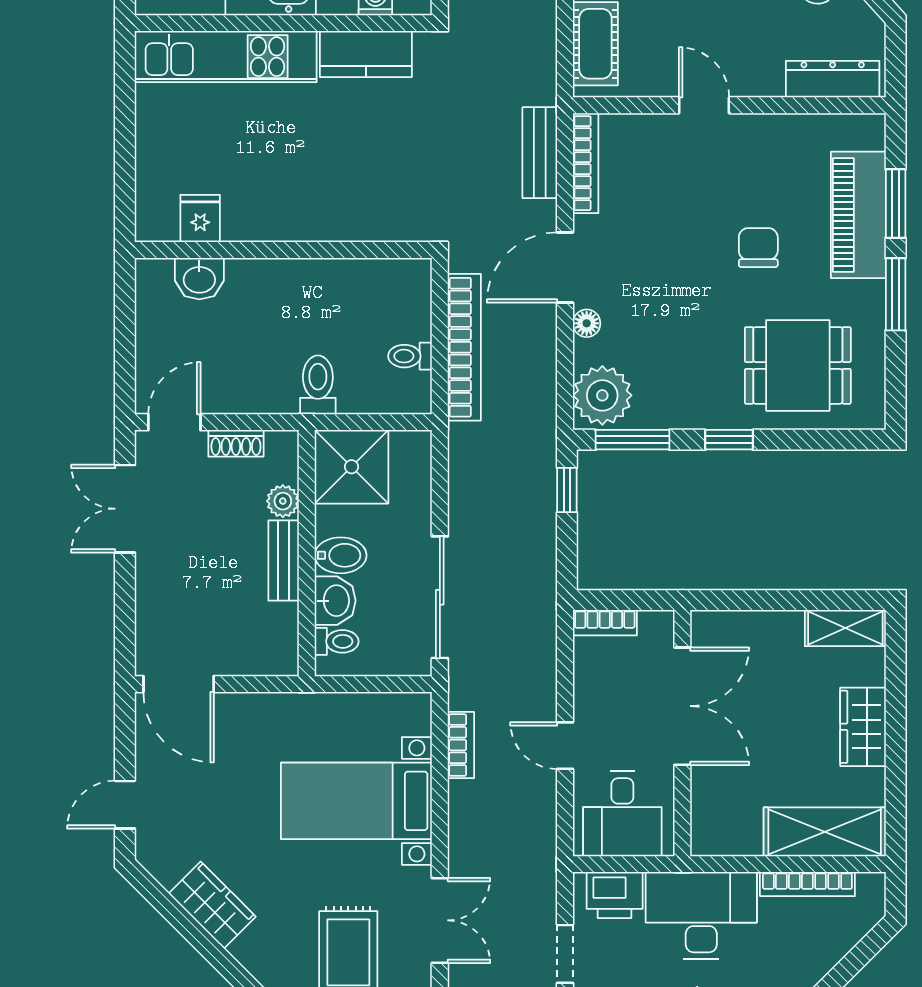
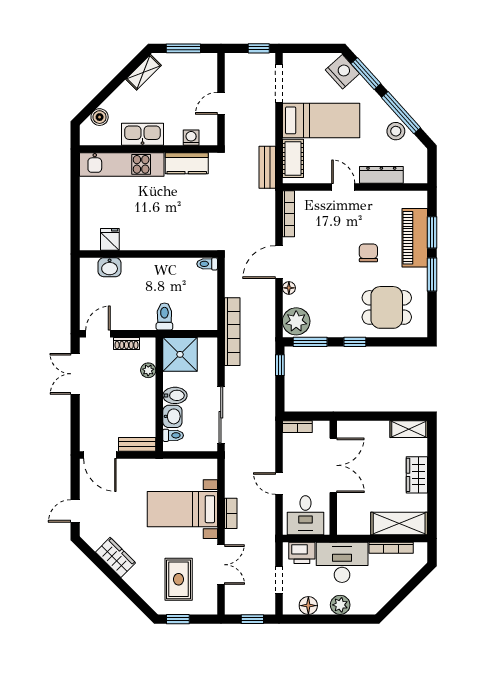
dresser: (833, 79) -> (381, 175), moved
bench: (540, 153) -> (267, 167), moved
bookcase: (464, 347) -> (232, 332), moved
toilet: (410, 356) -> (207, 264), moved
bench: (284, 561) -> (137, 444), moved, turned 90
bookcase: (461, 745) -> (231, 513), moved

